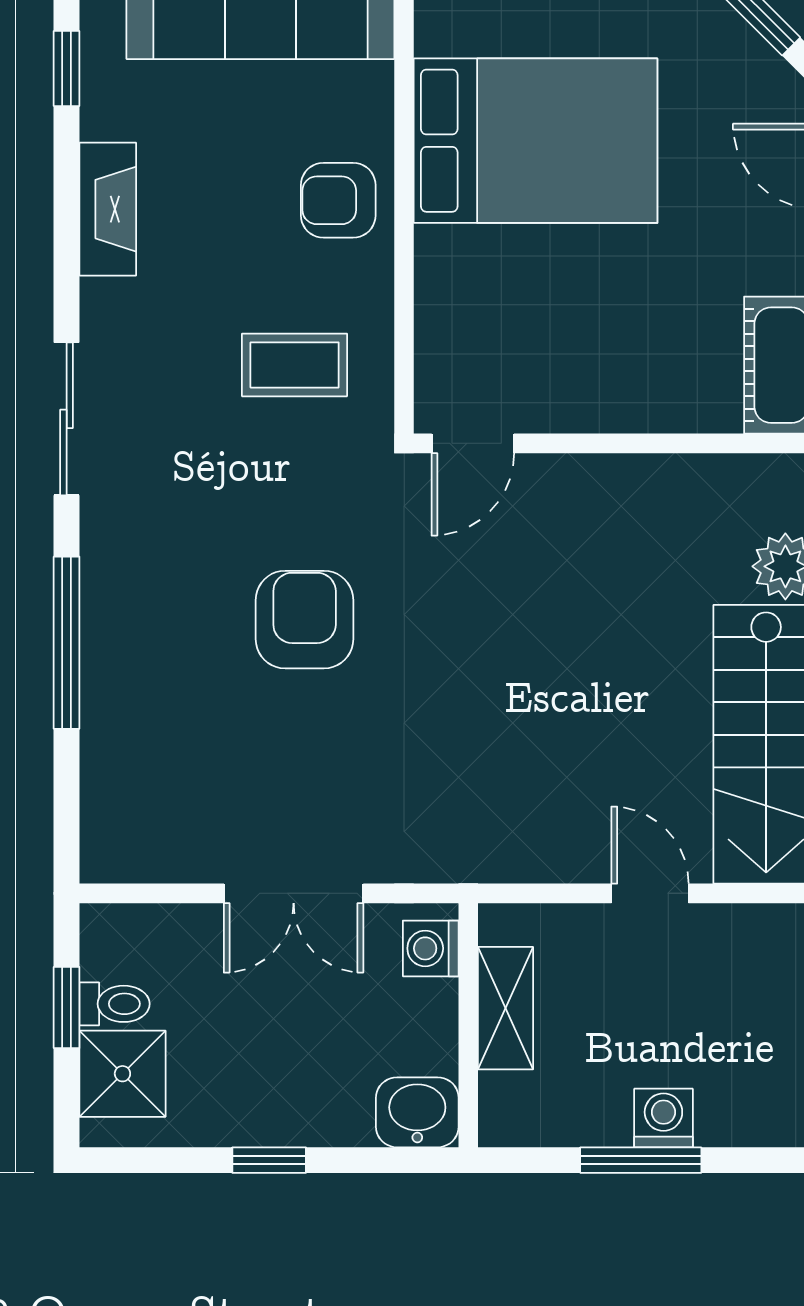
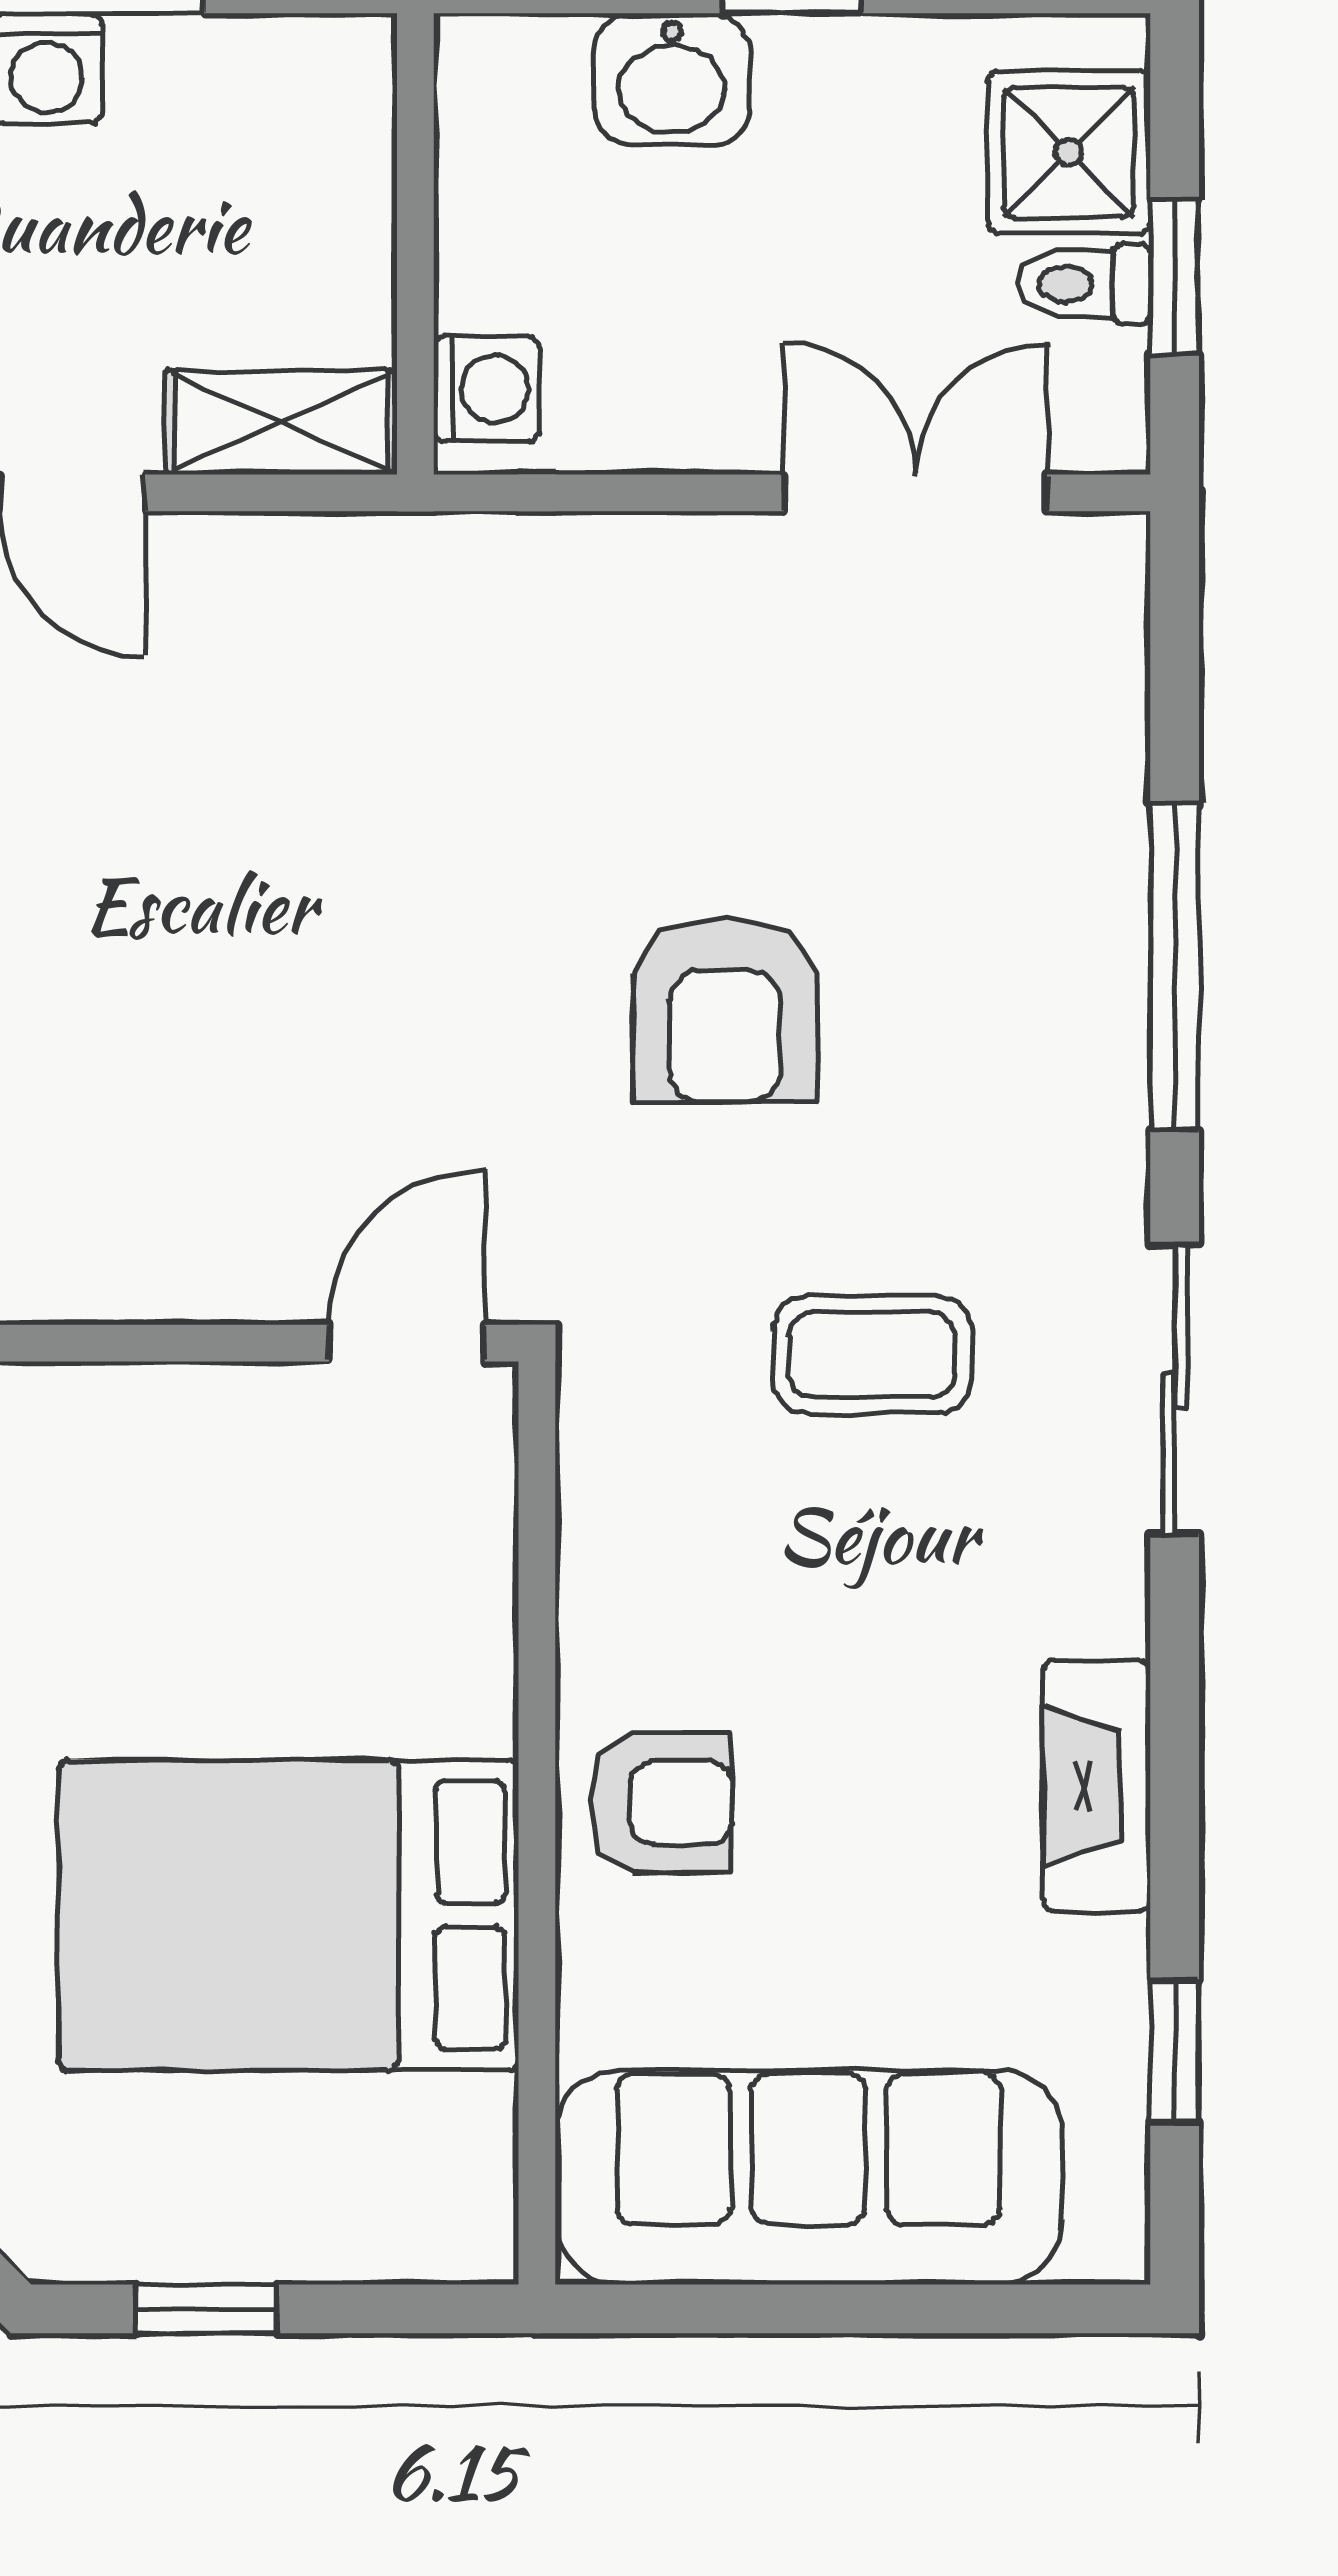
coffee table: (295, 365) -> (872, 1354), moved
double door: (294, 893) -> (915, 493), moved
shelving: (506, 1008) -> (281, 423), moved, turned 90
washbasin: (417, 1112) -> (672, 79), moved

